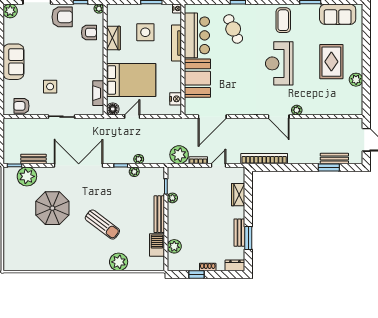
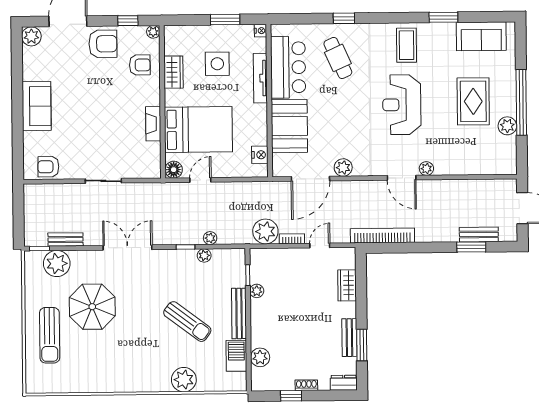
window: (366, 63) -> (521, 102), added
side table: (50, 87) -> (87, 140), removed
fireplace: (98, 93) -> (153, 124), moved
plant: (236, 109) -> (343, 168), added
double door: (79, 165) -> (127, 248), width x0.73
sun lounger: (102, 225) -> (187, 322), moved
sun lounger: (21, 229) -> (50, 335), added

